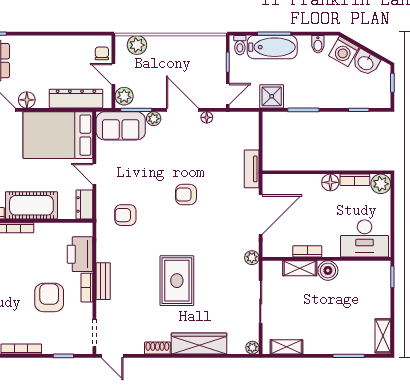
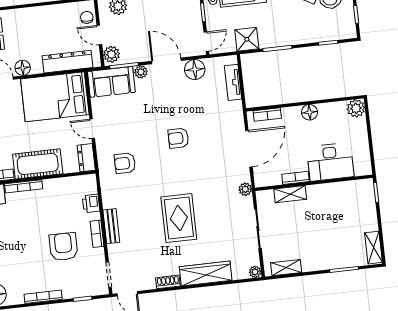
floor lamp: (207, 117) -> (195, 70), width x1.89, depth x1.89
tv unit: (252, 169) -> (233, 82), moved
bookcase: (355, 180) -> (267, 115), moved
desk: (365, 238) -> (330, 162), moved
printer: (80, 254) -> (91, 203), width x0.53, depth x0.68
boiler: (328, 271) -> (316, 193), removed

